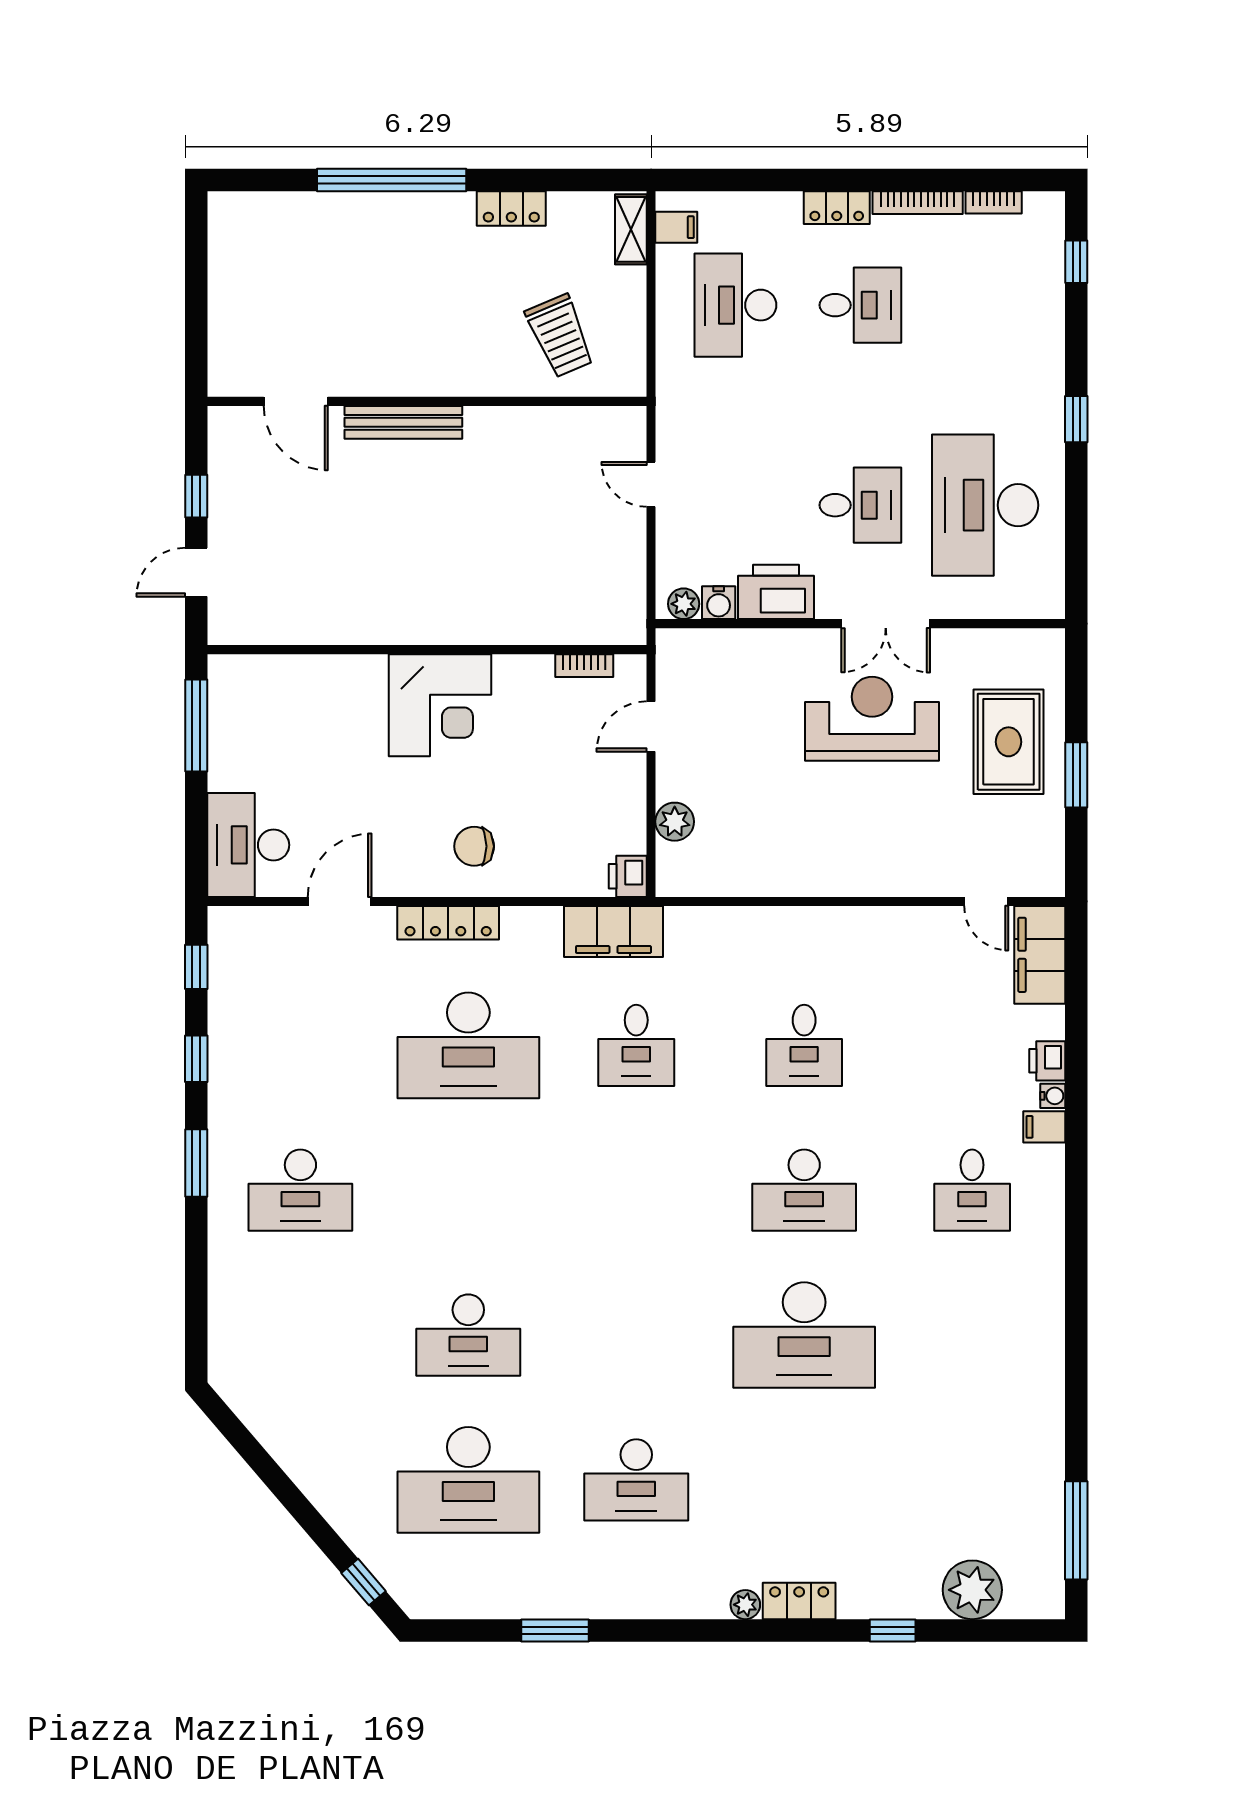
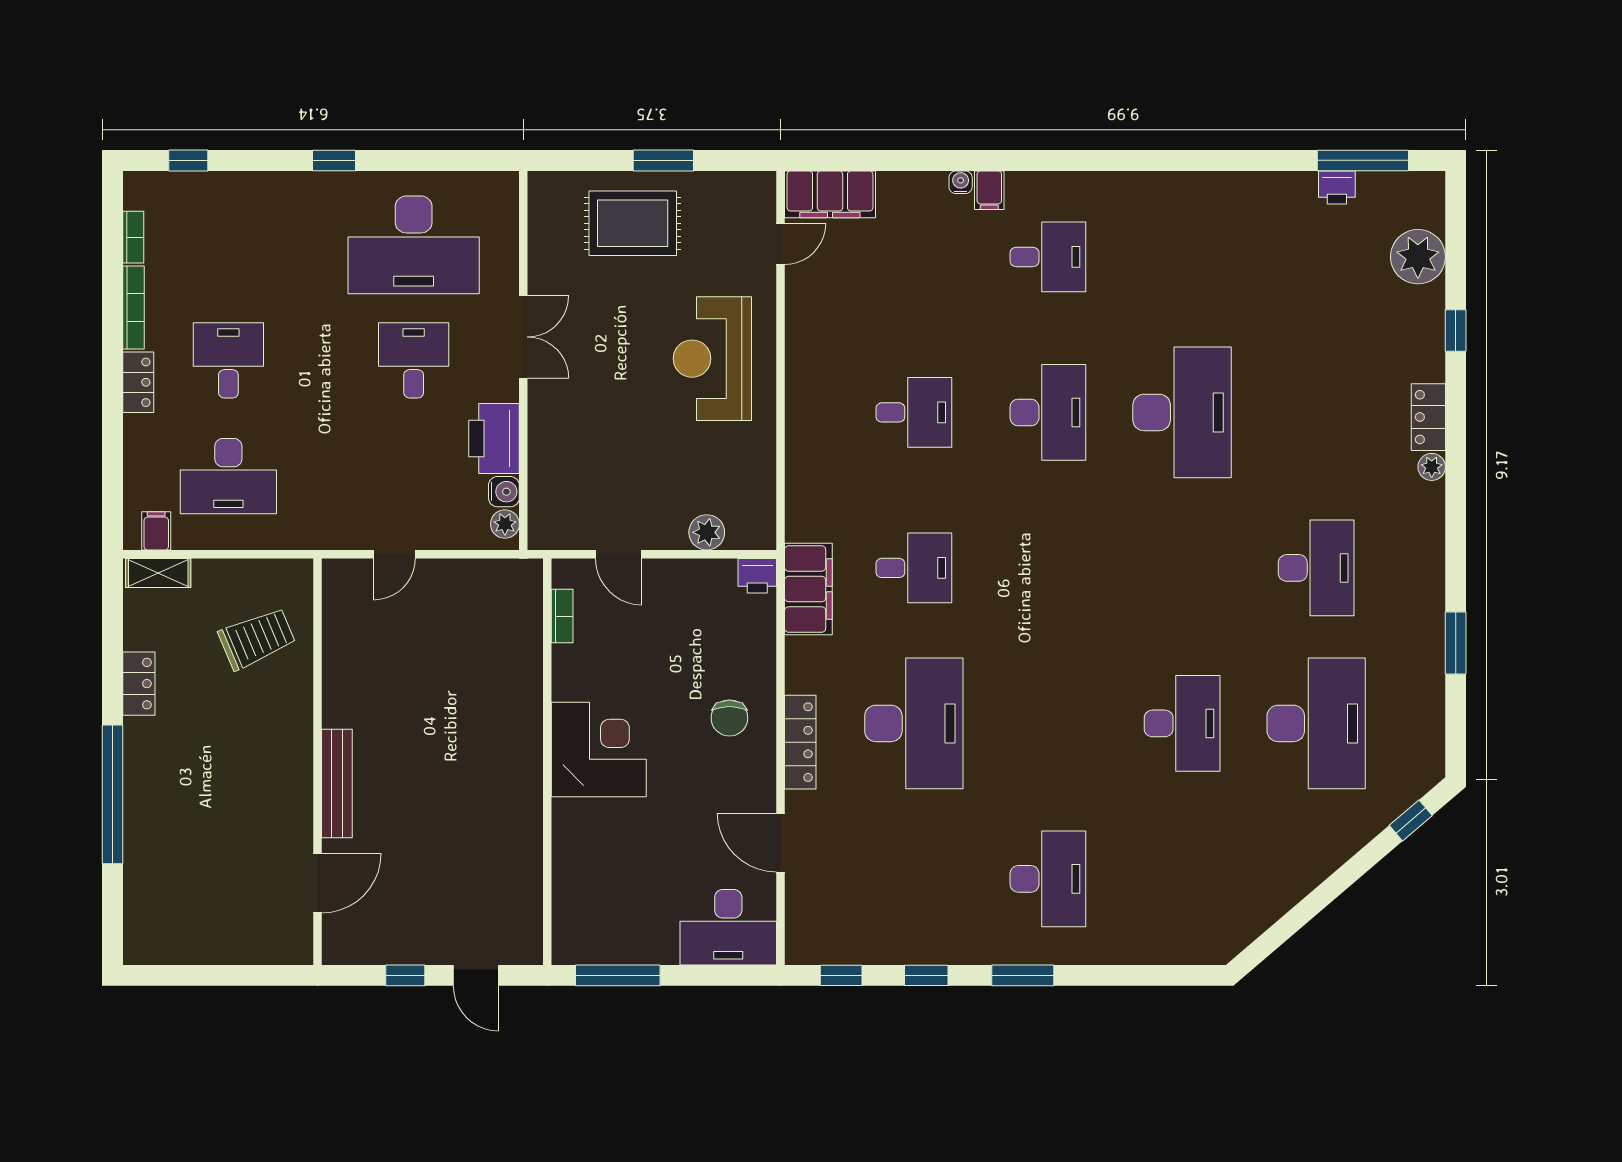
reception desk: (872, 719) -> (712, 359), moved
printer: (1047, 1061) -> (1337, 187), moved

